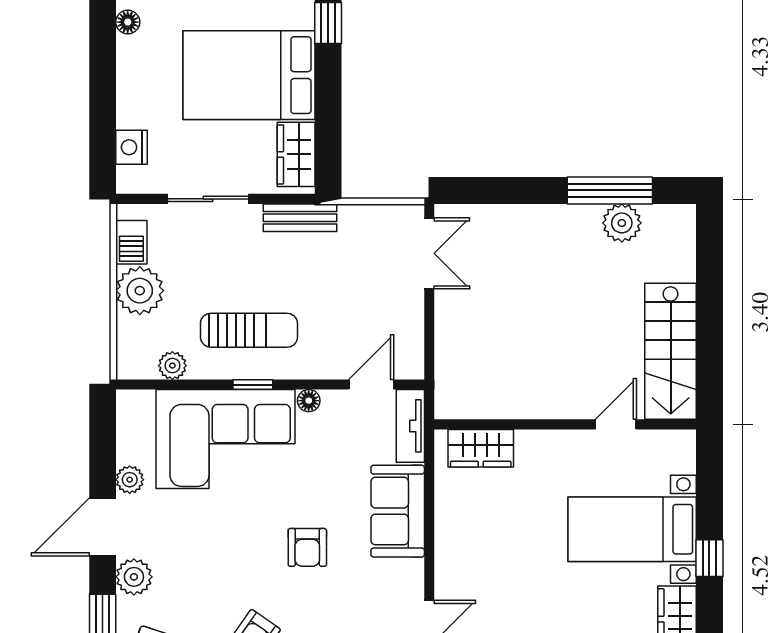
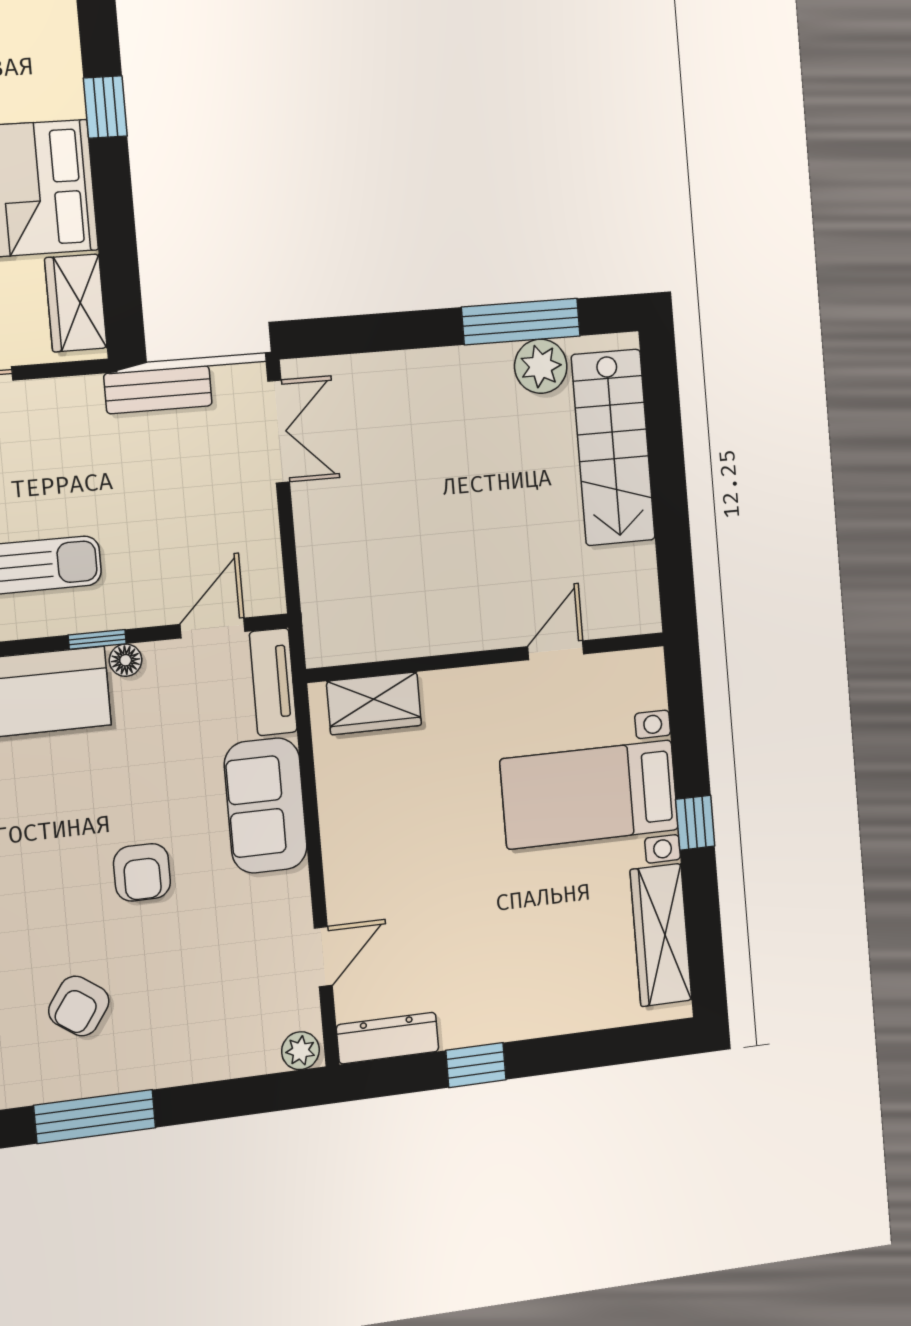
bench: (300, 218) -> (158, 390), moved
stairs: (671, 351) -> (613, 447), moved
window: (253, 385) -> (97, 639), moved

